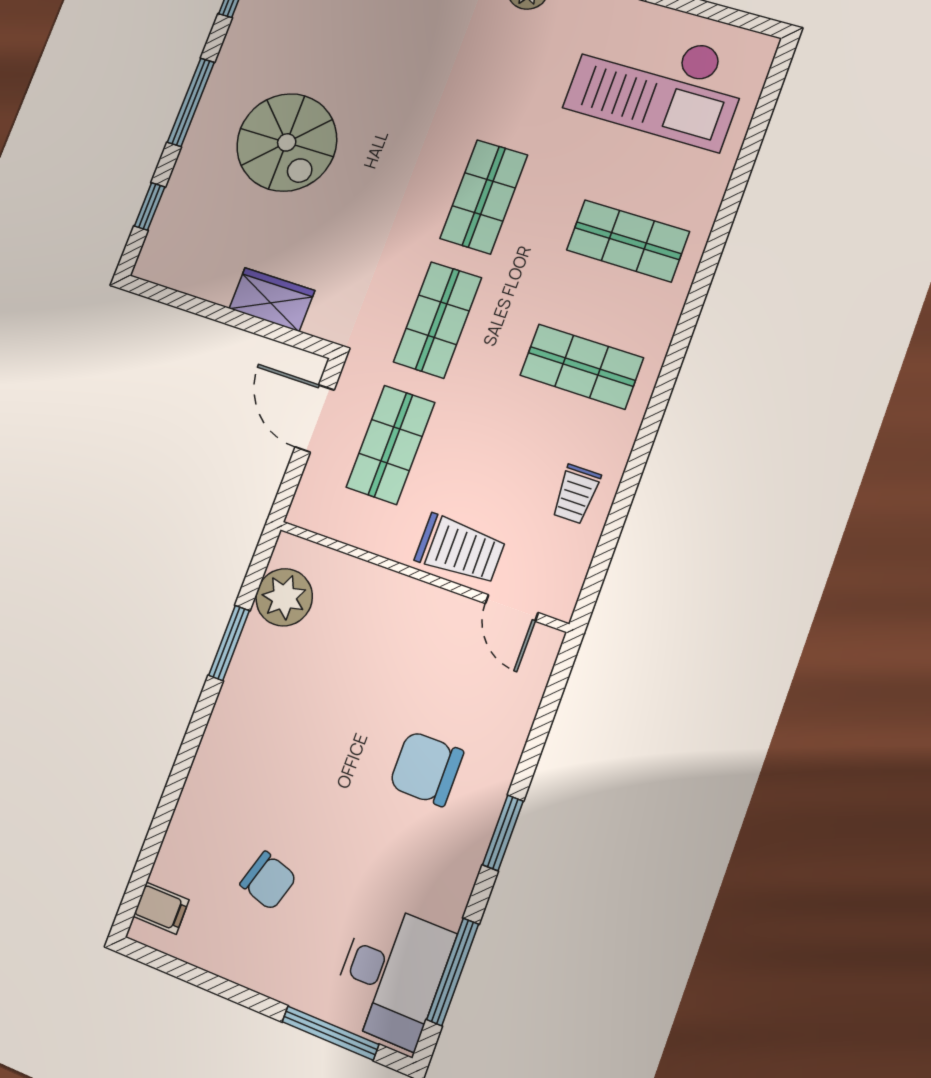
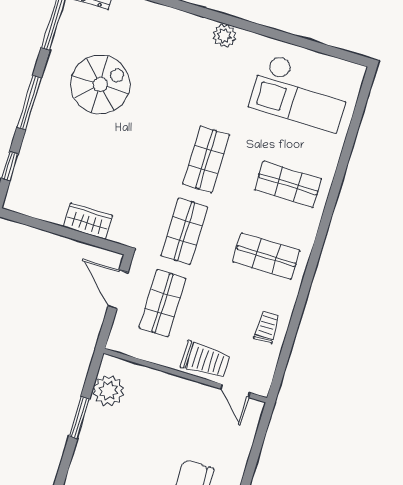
spiral stairs: (287, 142) -> (100, 84), moved, turned -90
trolley: (576, 494) -> (267, 327), turned 180

